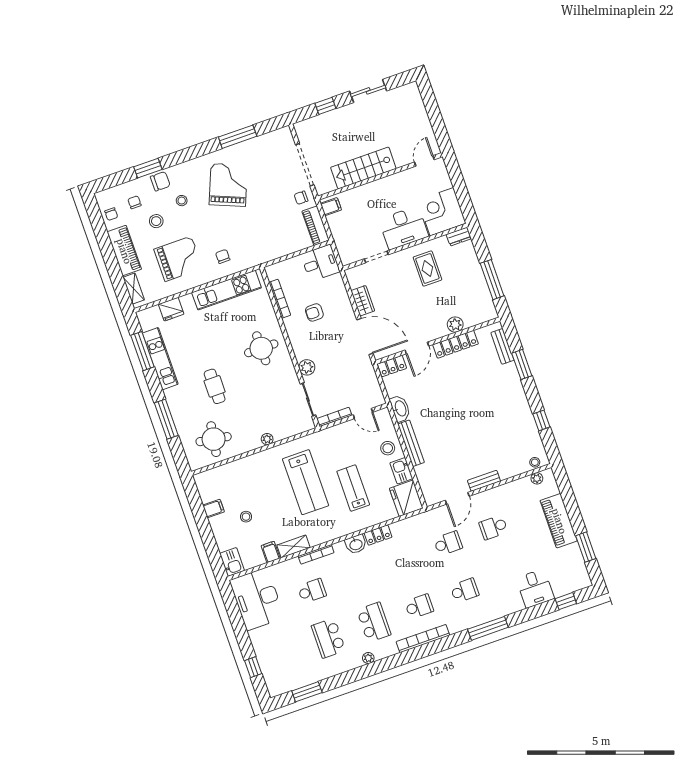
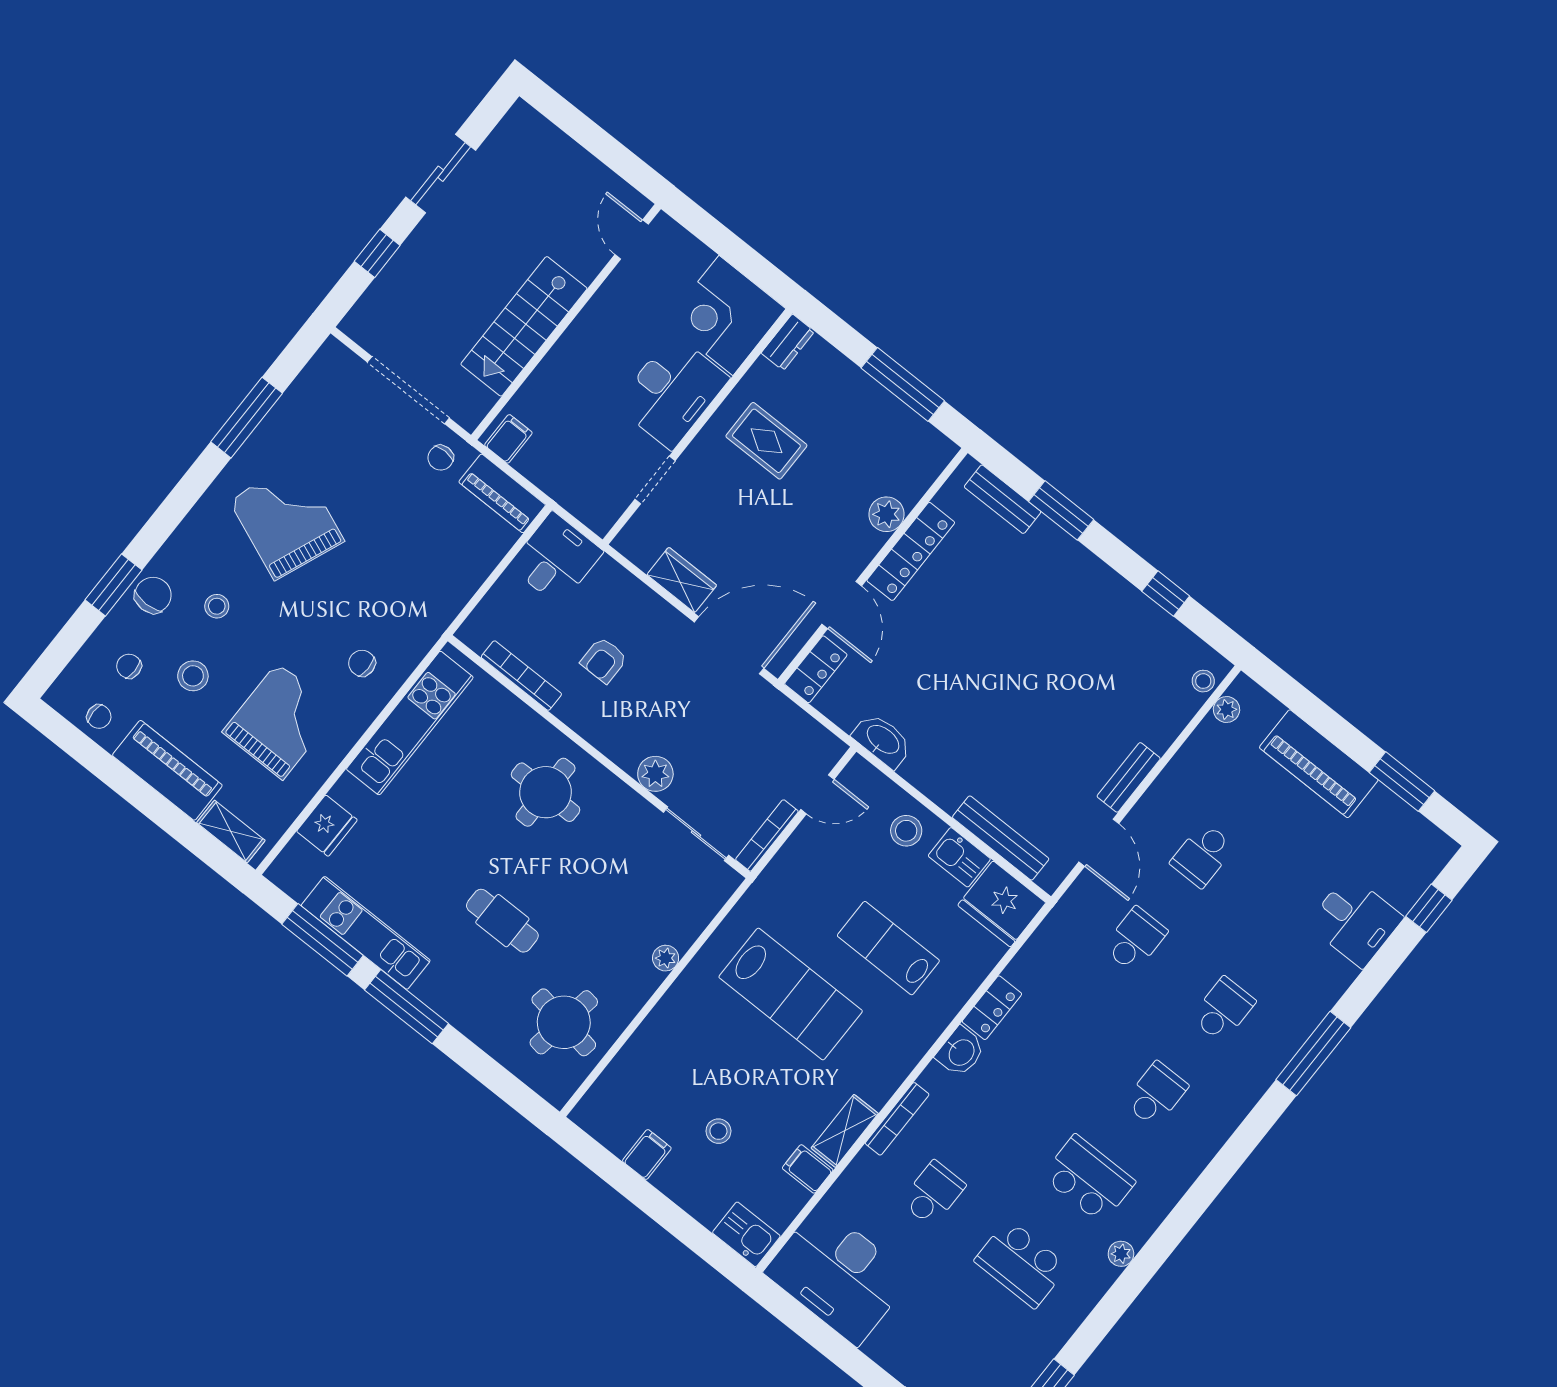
window: (166, 419) -> (407, 1007), moved
bench: (411, 443) -> (1001, 838), moved
bookcase: (423, 639) -> (1202, 1151), removed

